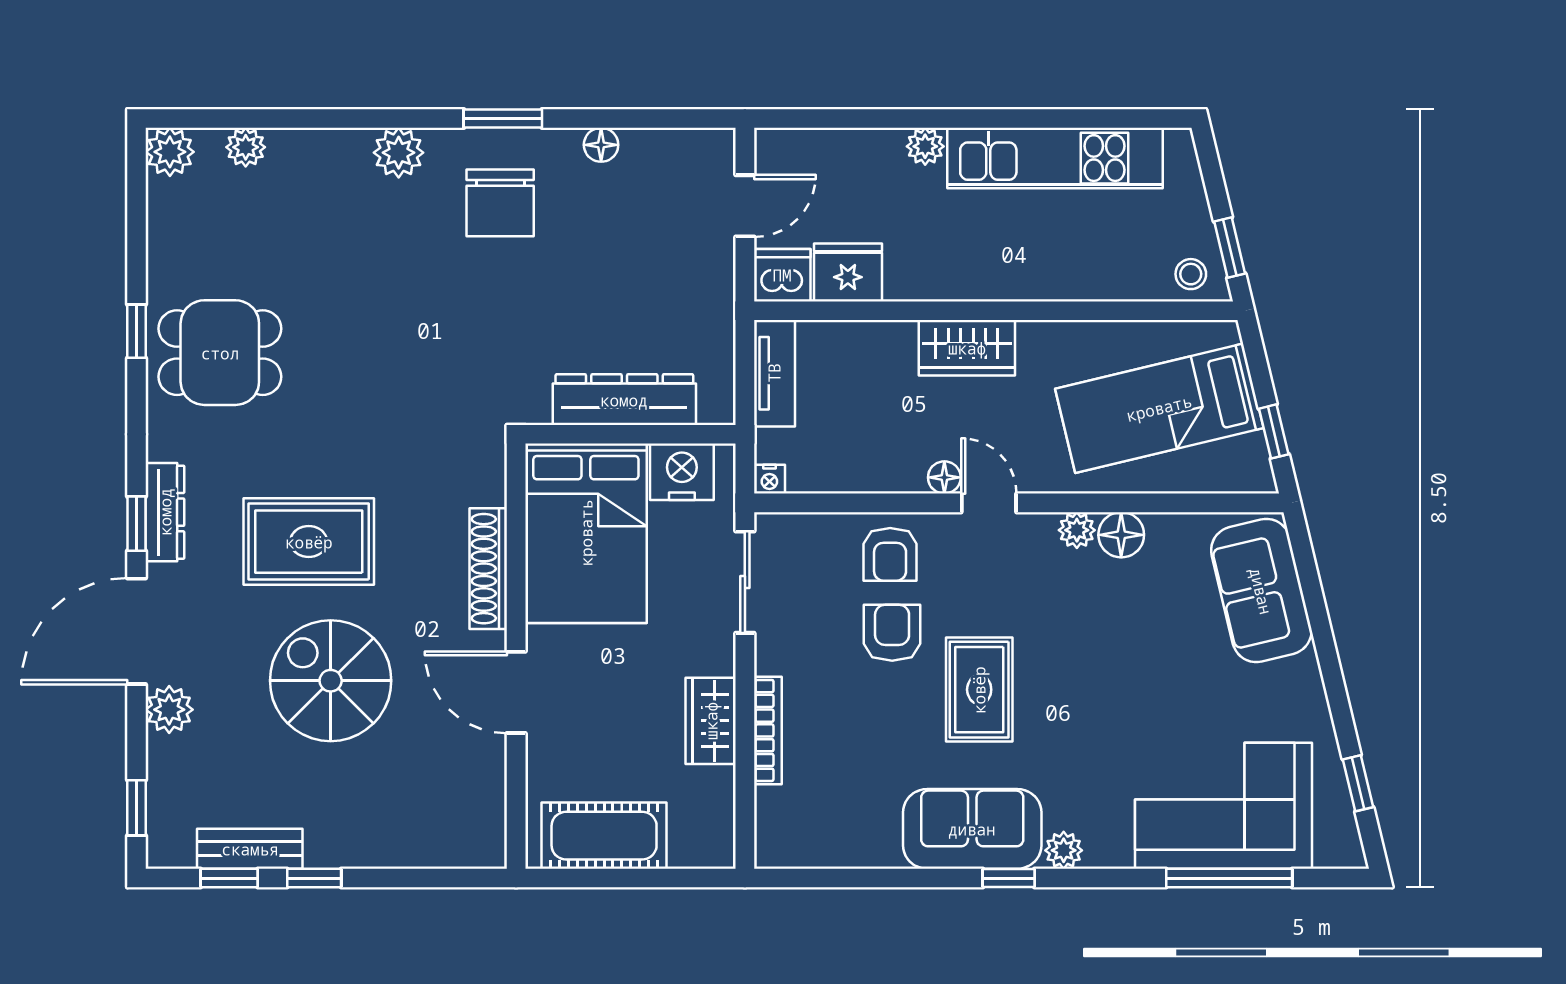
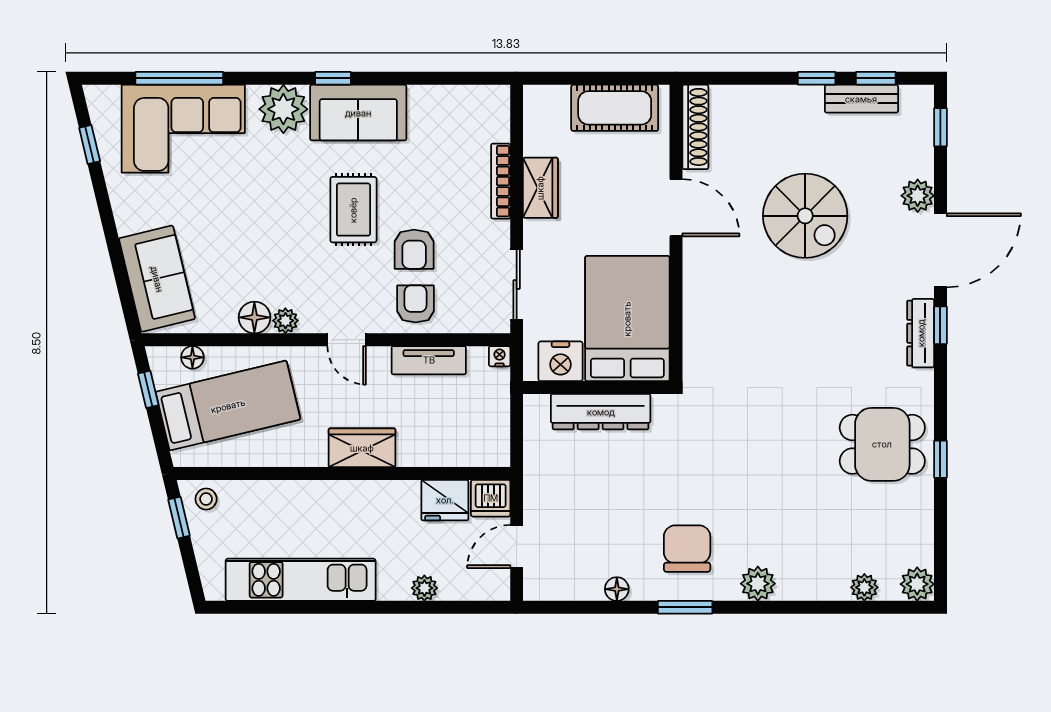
plant: (925, 146) -> (424, 588), moved
tv unit: (774, 373) -> (429, 360), moved, turned -90
floor lamp: (944, 477) -> (192, 357), moved
rug: (309, 542) -> (820, 313), removed
shoe rack: (488, 569) -> (695, 127), moved
plant: (1064, 850) -> (283, 109), width x1.87, depth x1.87

